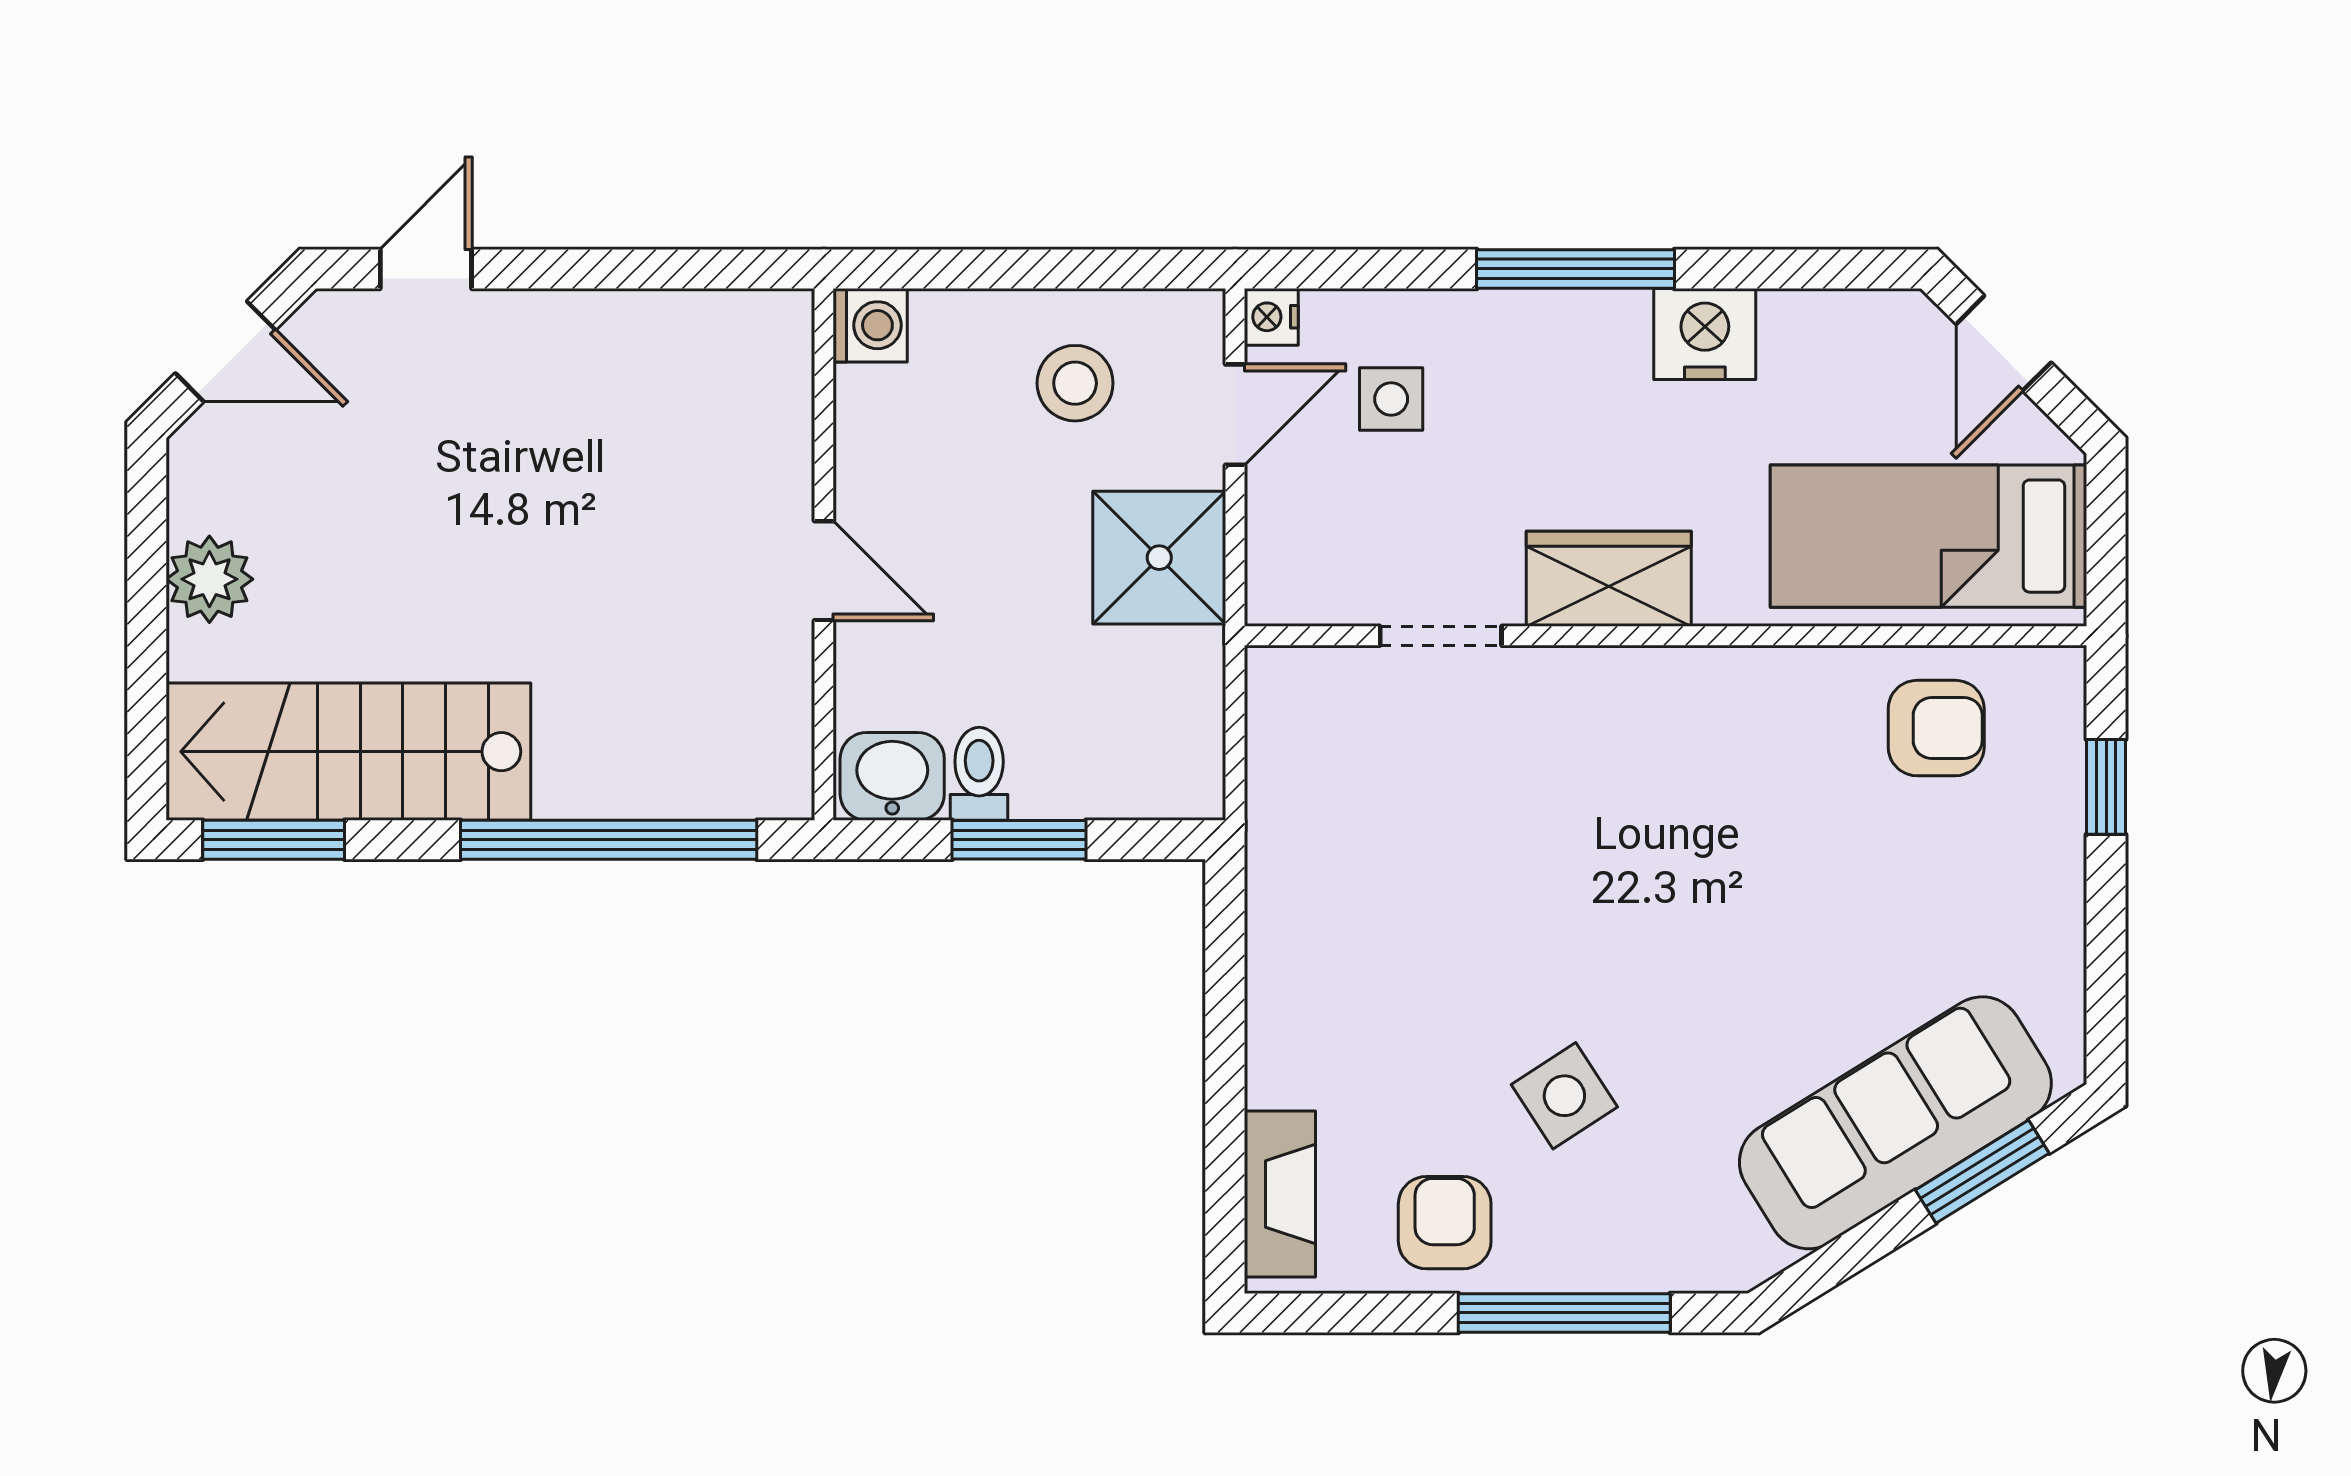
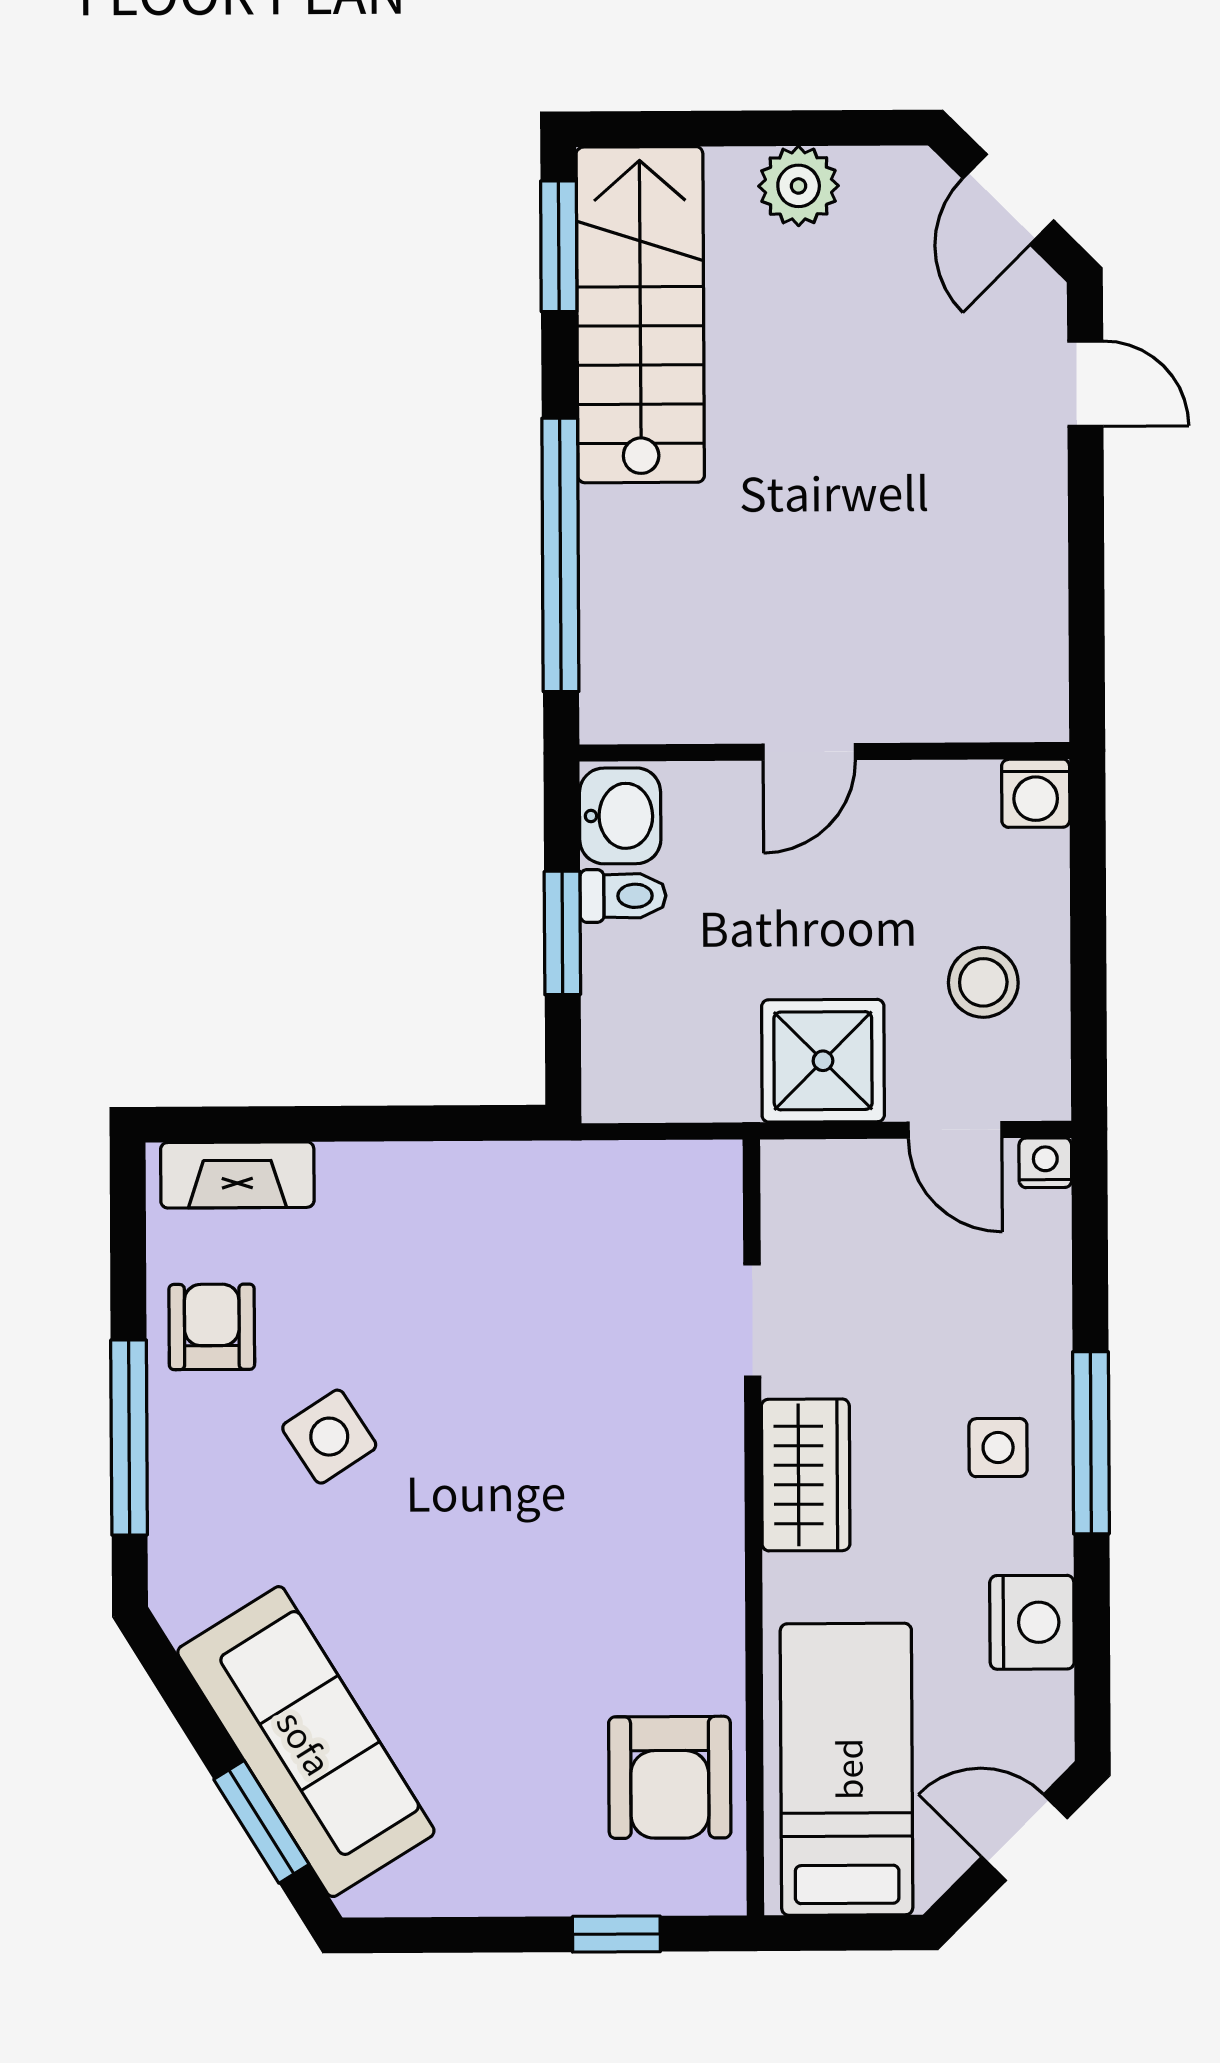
nightstand: (1705, 334) -> (1032, 1622), moved
side table: (1391, 399) -> (998, 1448), moved
armchair: (1936, 728) -> (670, 1777), width x1.38, depth x1.38
armchair: (1445, 1223) -> (212, 1327), turned -90

